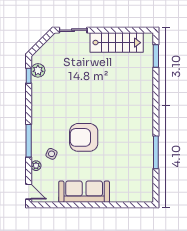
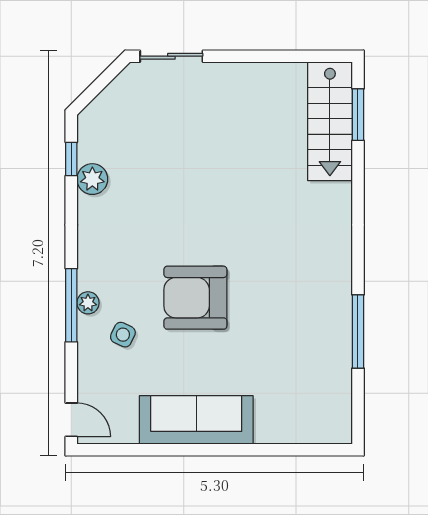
stairs: (117, 43) -> (330, 121), moved, turned 90
plant: (38, 70) -> (92, 179), moved
plant: (36, 166) -> (88, 303), moved

